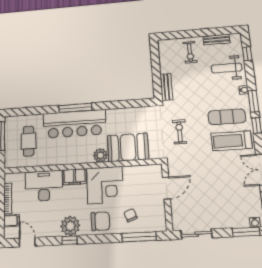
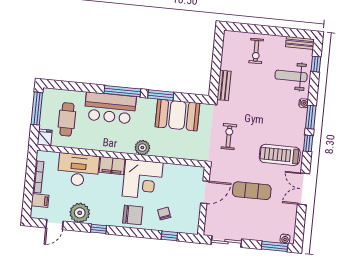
bench: (216, 40) -> (300, 43), moved
window: (110, 105) -> (161, 95), added
exercise mat: (227, 117) -> (252, 191), moved
bar counter: (74, 124) -> (110, 108), width x0.73
booth: (128, 147) -> (177, 115), moved
fridge: (10, 161) -> (45, 137), added
plant: (70, 226) -> (80, 213), moved
window: (139, 237) -> (169, 236), width x0.46
door: (27, 242) -> (55, 224), swing flipped

